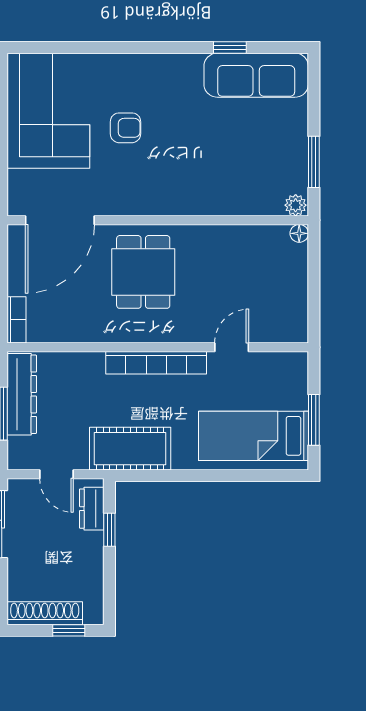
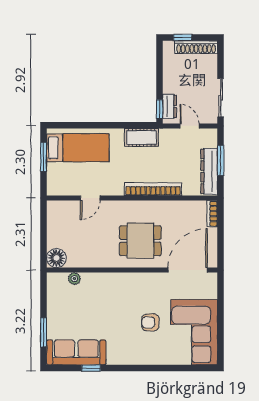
window: (314, 162) -> (44, 332), moved
plant: (296, 205) -> (74, 279), moved
floor lamp: (299, 233) -> (56, 258), width x1.89, depth x1.89
dining table: (143, 272) -> (140, 241), turned 90
bookcase: (156, 363) -> (153, 189), moved
cot: (130, 449) -> (142, 137), width x0.73, depth x0.75
window: (109, 530) -> (159, 109), moved

